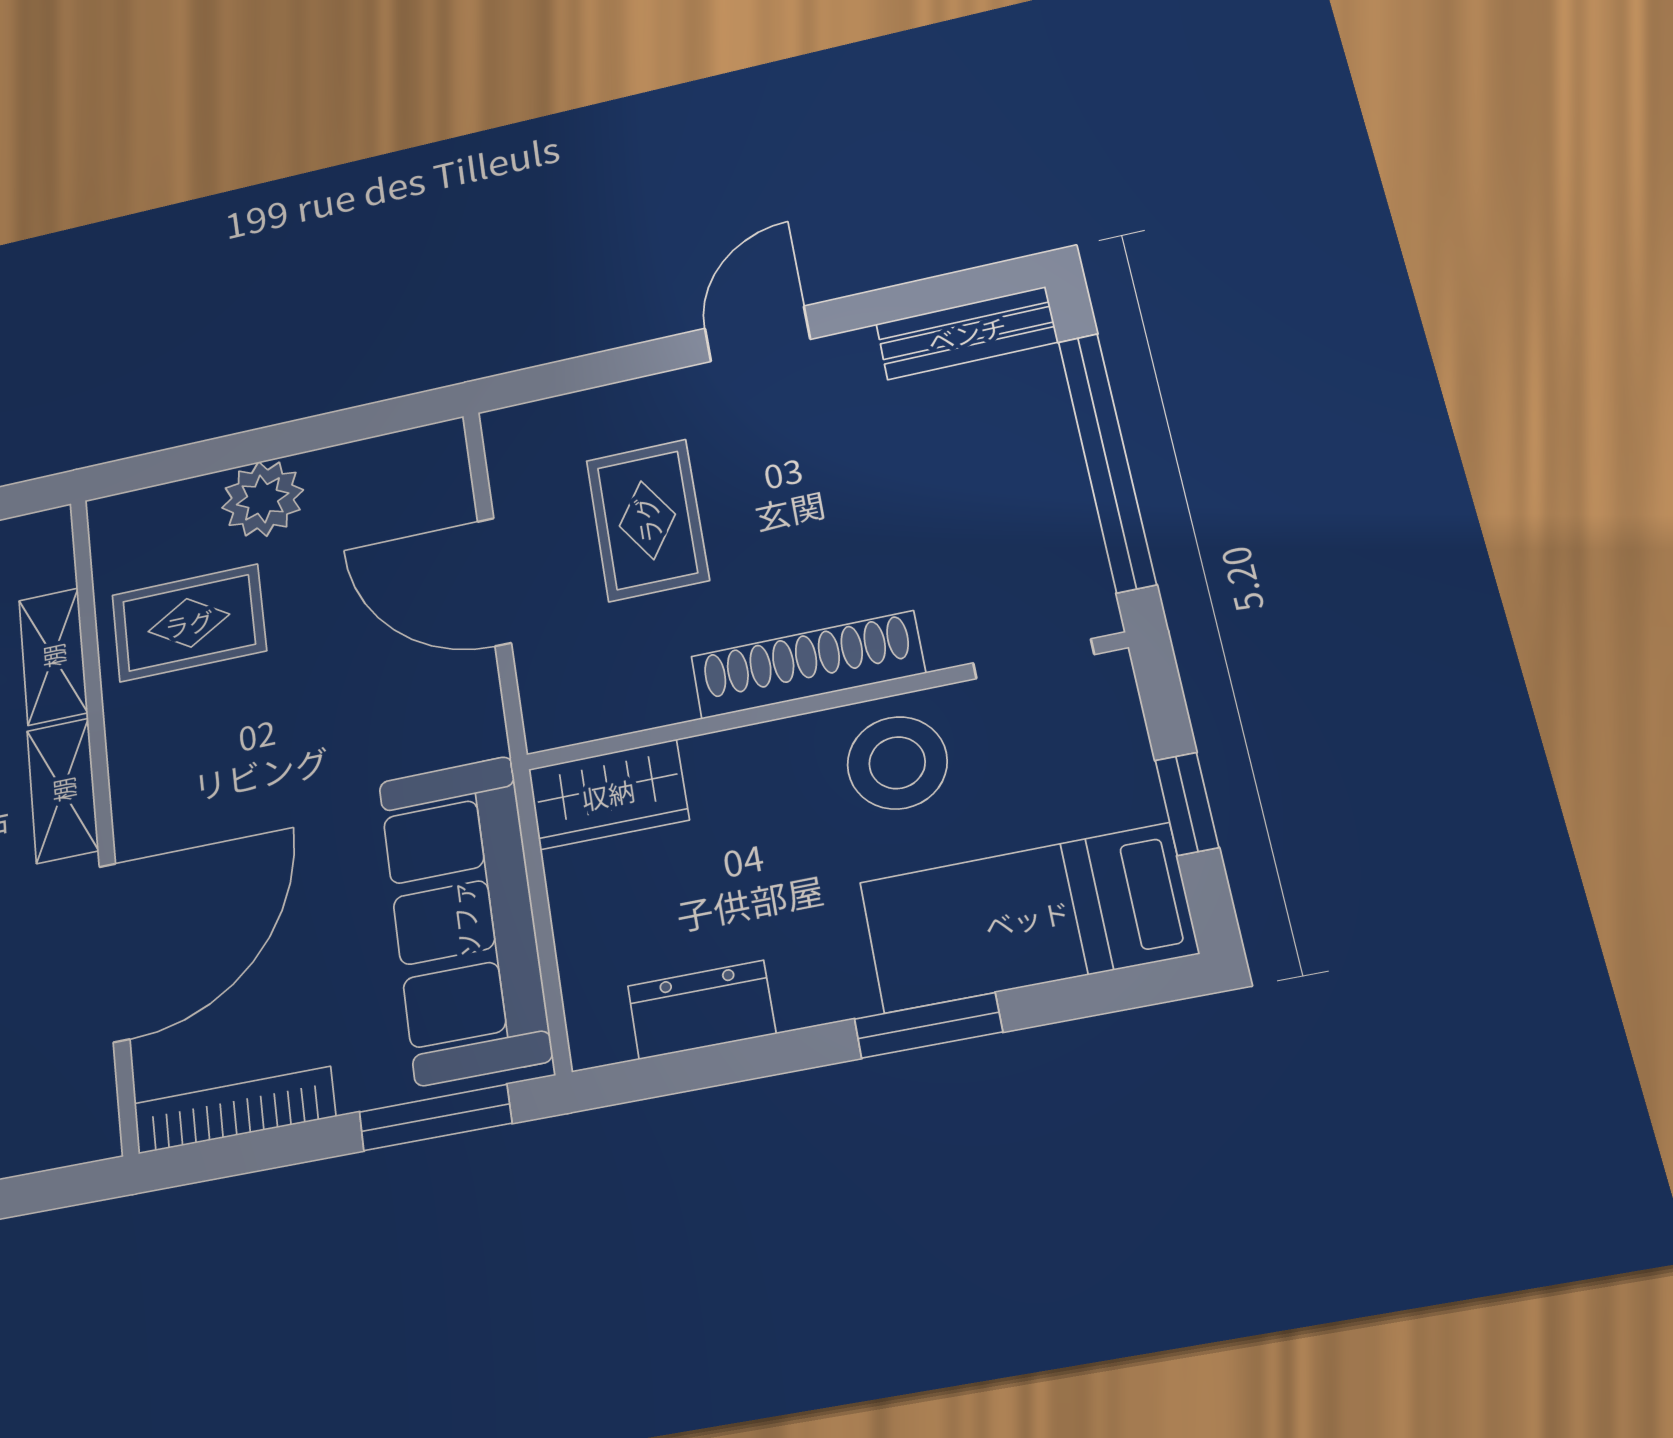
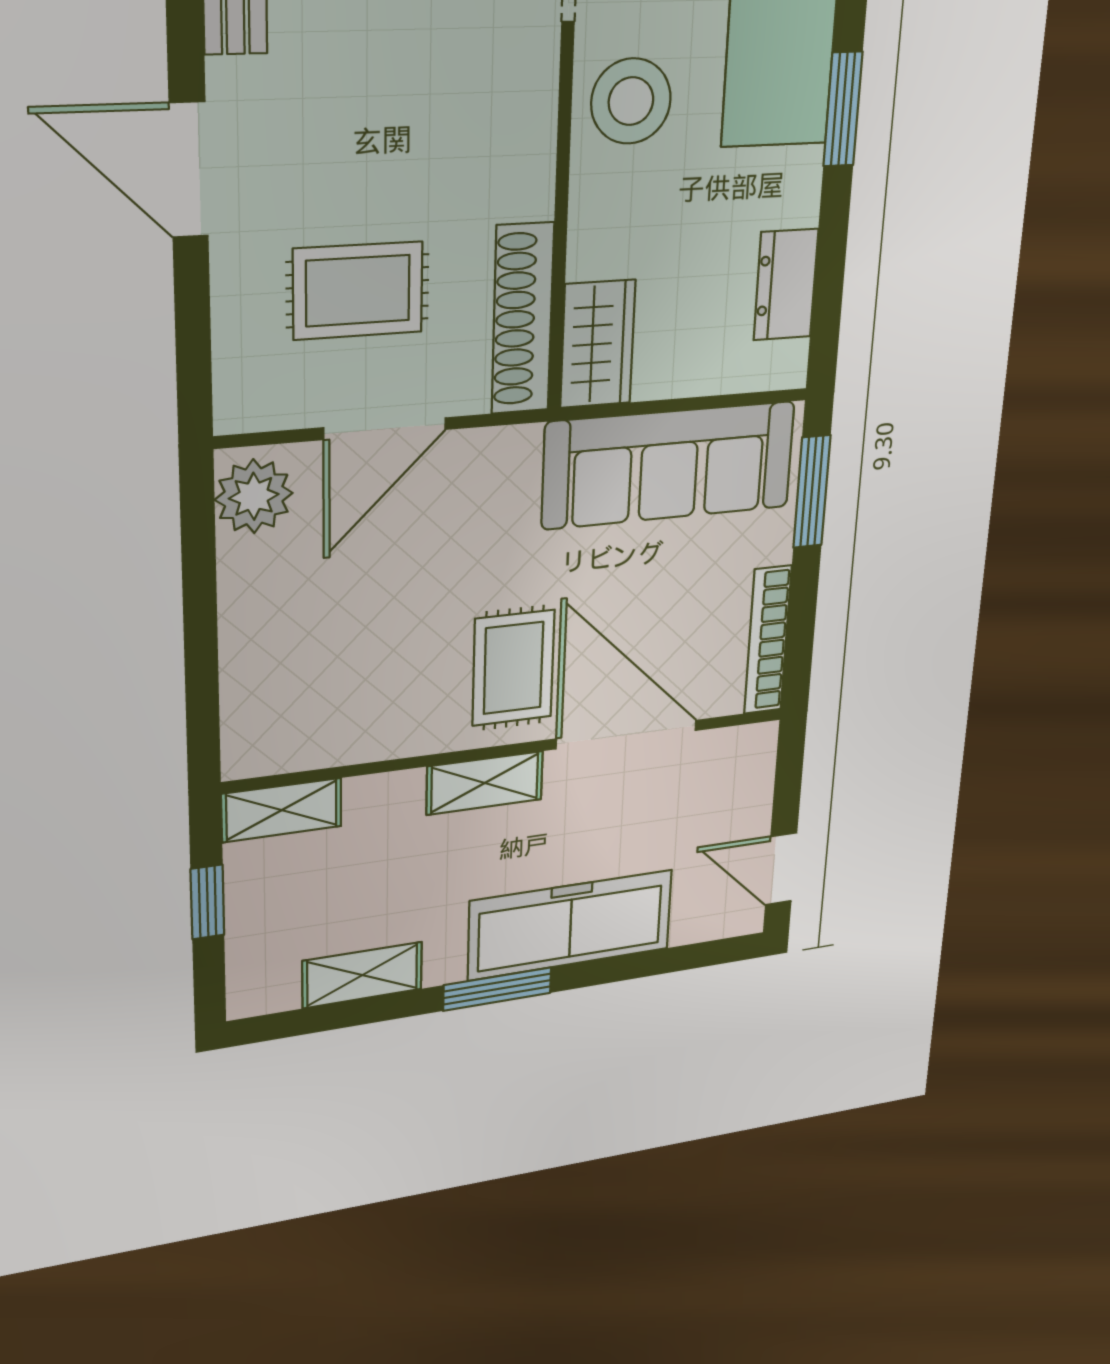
door: (757, 334) -> (189, 170), width x1.38
plant: (263, 499) -> (254, 496), moved
rug: (189, 623) -> (513, 668), moved
shelving: (53, 656) -> (282, 810), moved
shoe rack: (808, 665) -> (523, 319), moved

